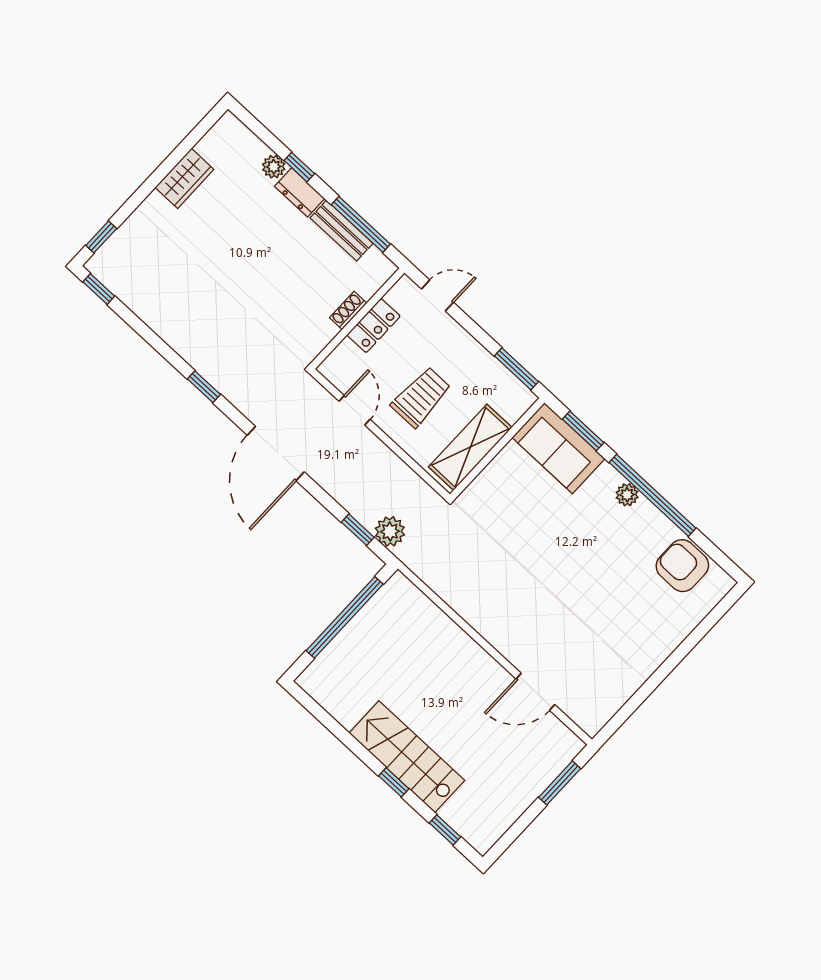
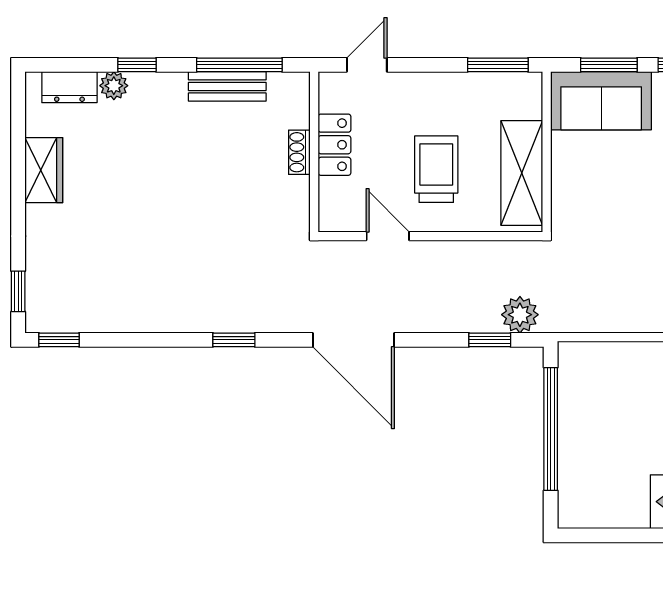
dresser: (300, 192) -> (69, 87), moved

